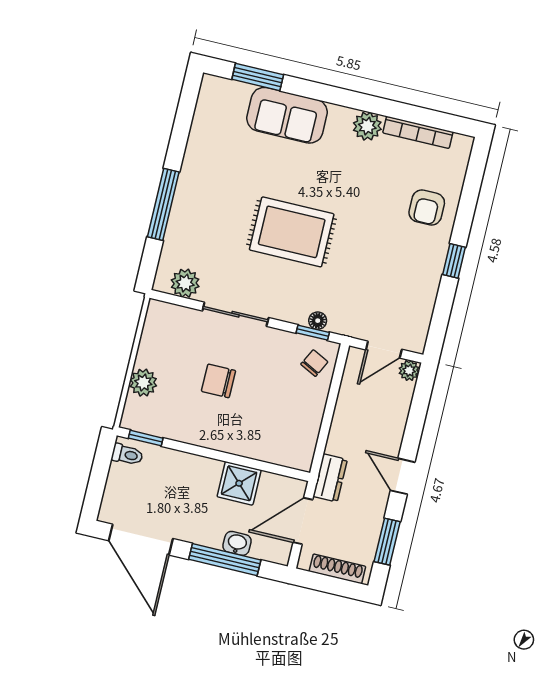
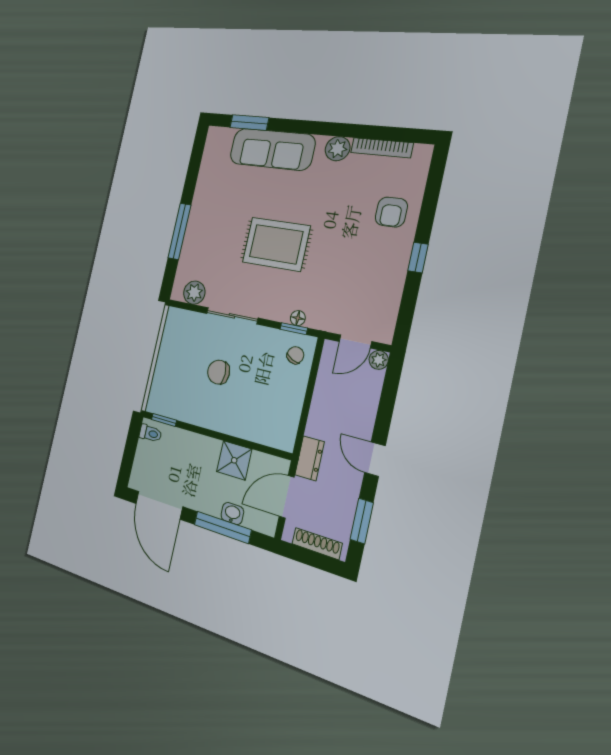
sofa: (287, 115) -> (272, 149), width x1.36
plant: (143, 383) -> (163, 374), removed

